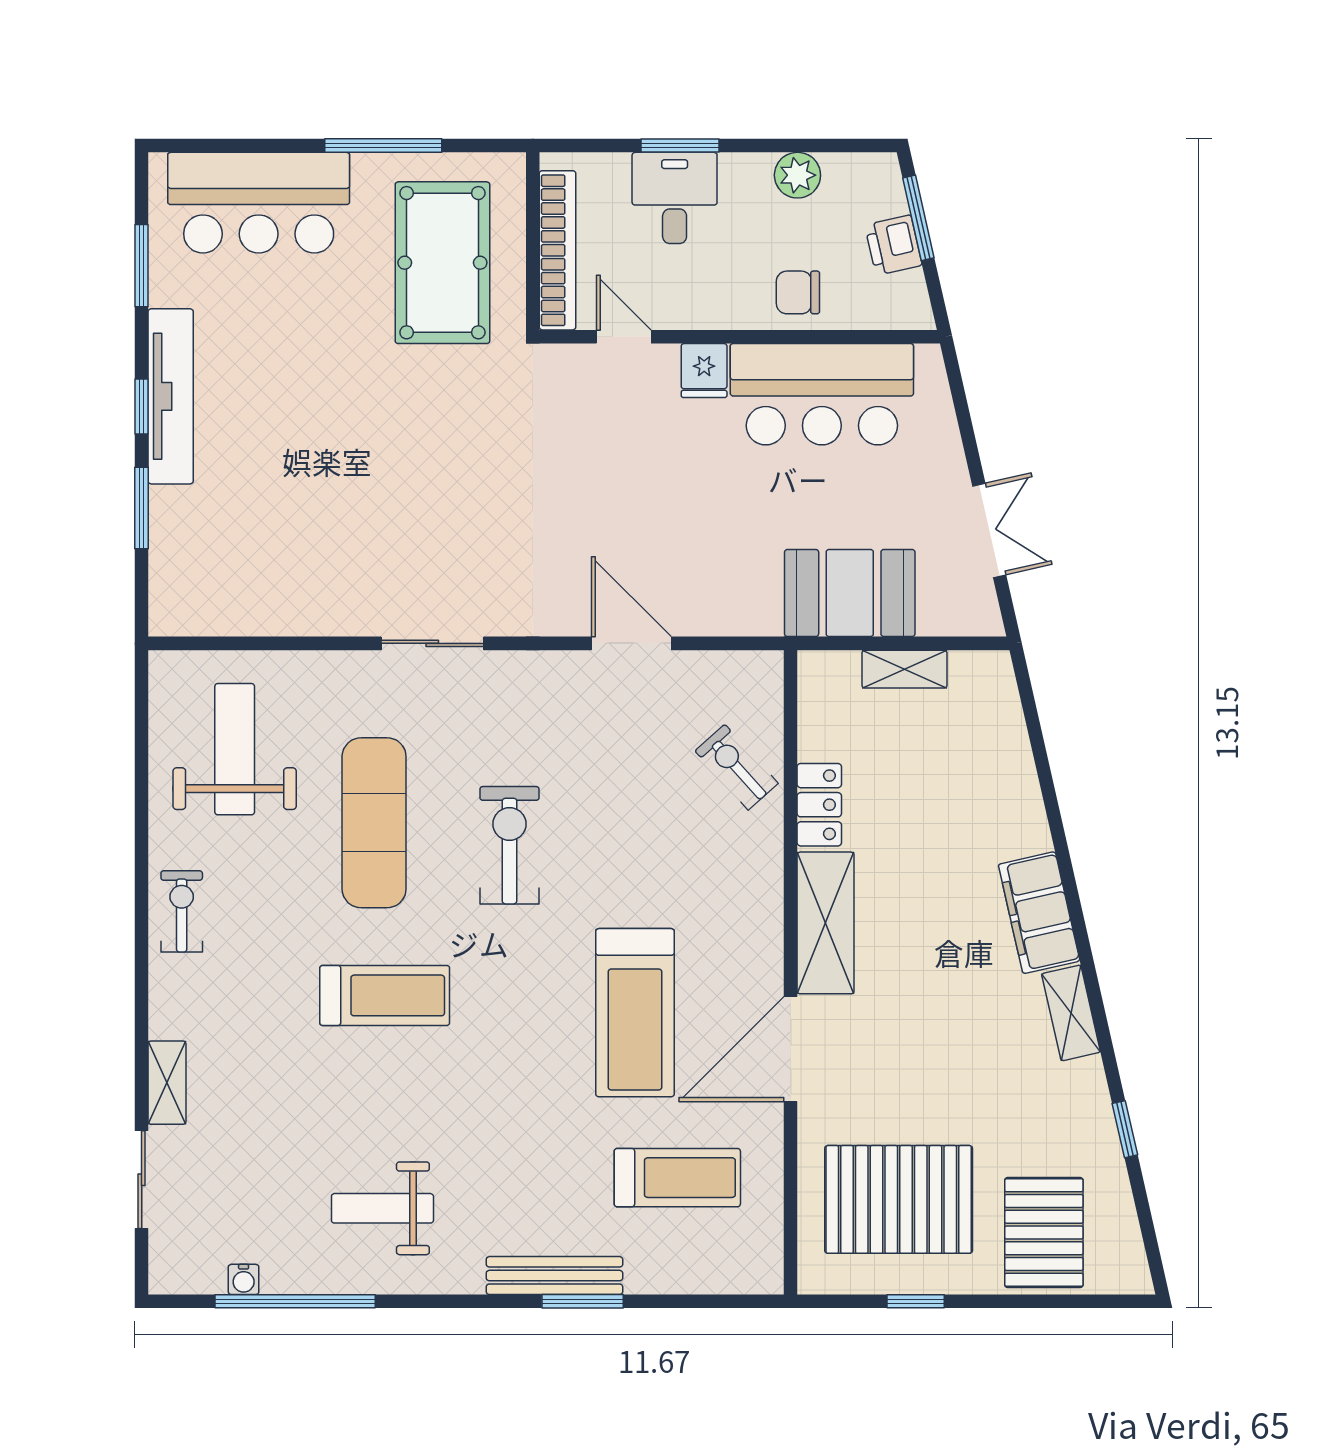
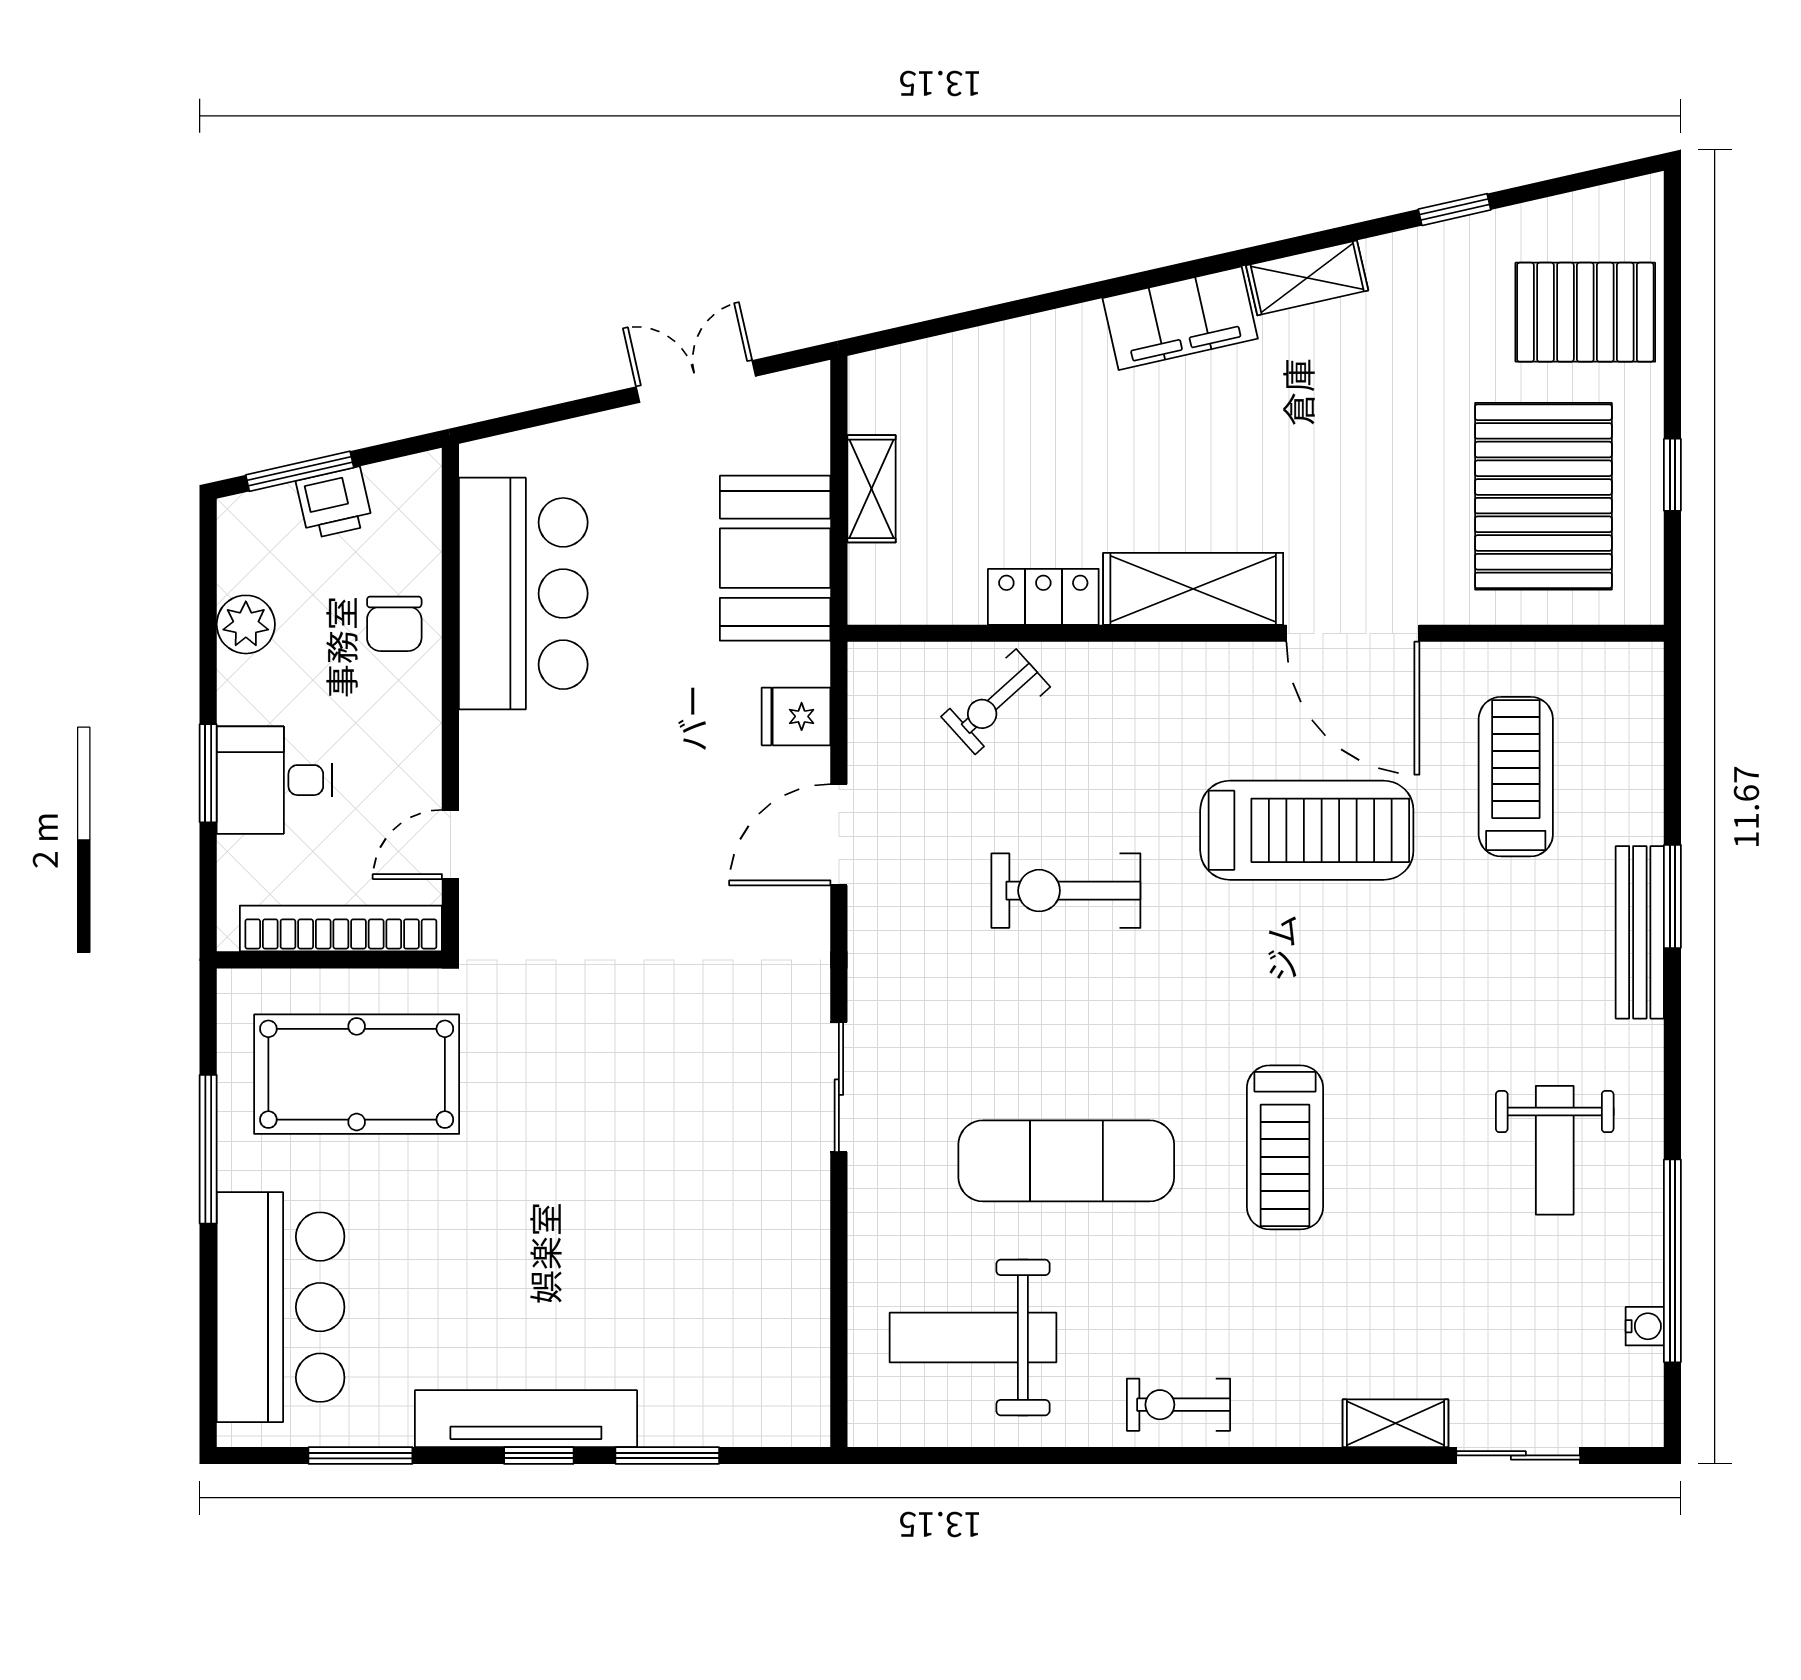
fridge: (704, 371) -> (796, 716), moved, turned 180
exercise bike: (510, 845) -> (1066, 891), moved
treadmill: (385, 995) -> (1285, 1147), turned 180

